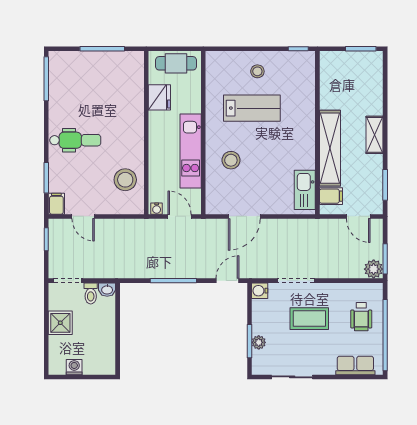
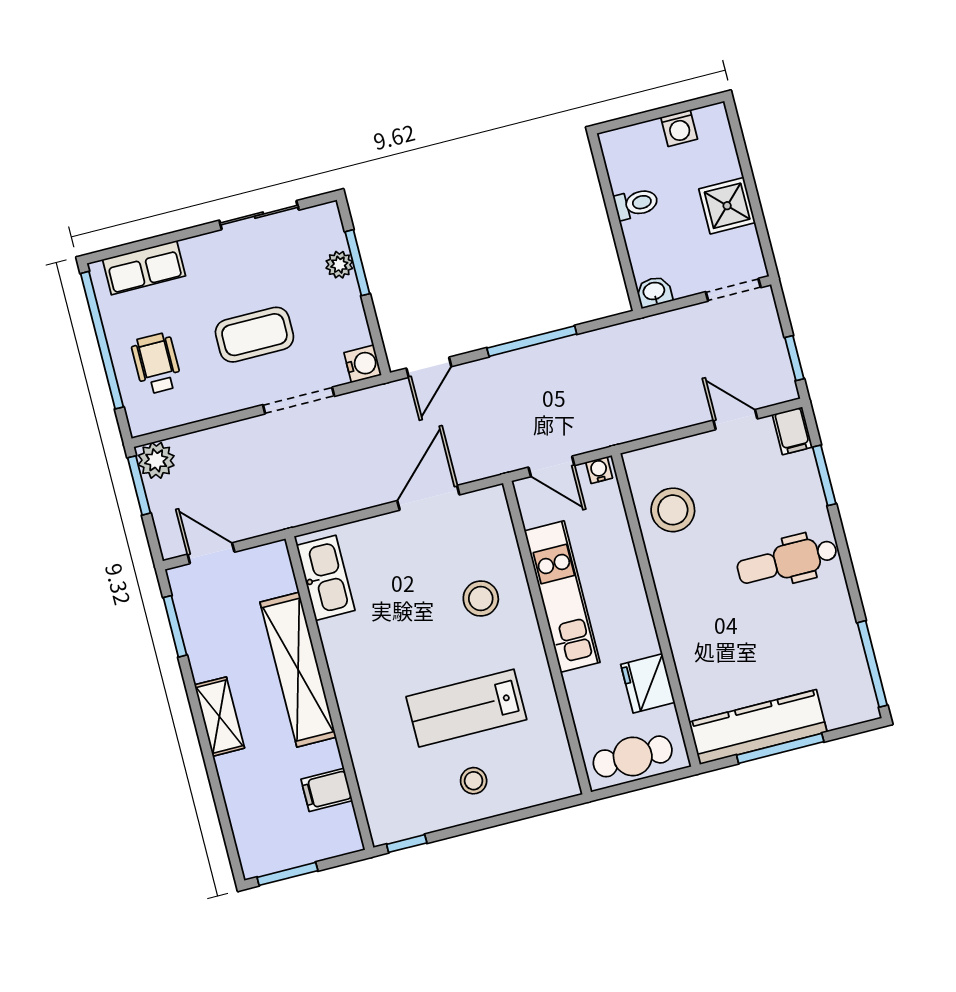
kitchen counter: (111, 62) -> (758, 727), added
filing cabinet: (331, 196) -> (327, 790), moved
toilet: (91, 293) -> (636, 204), moved, turned 90

